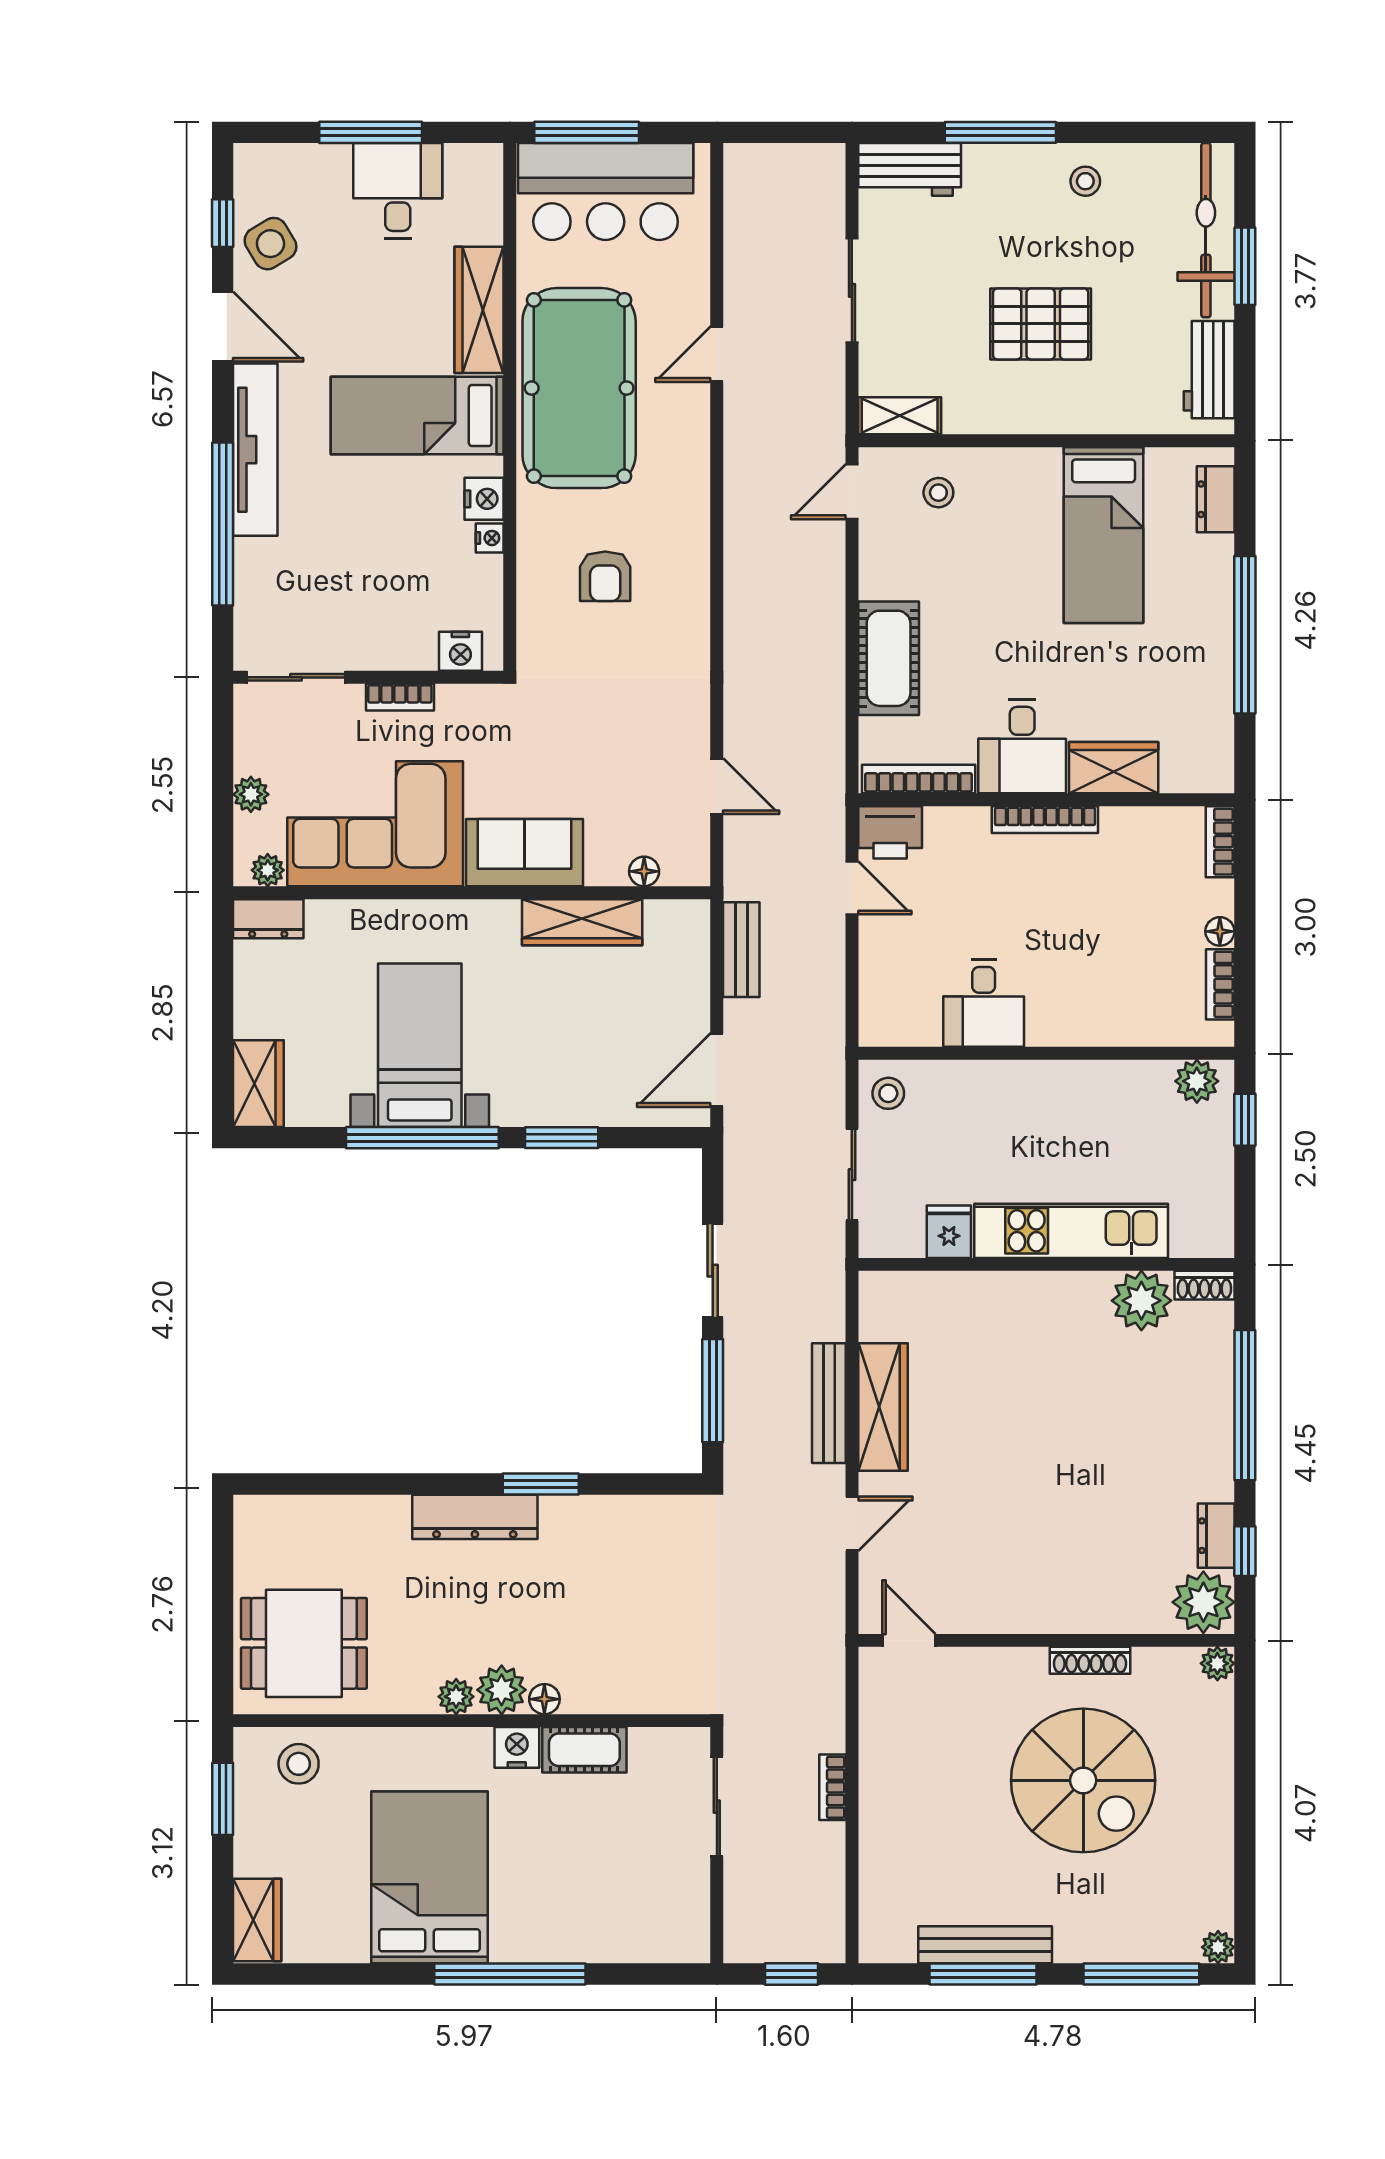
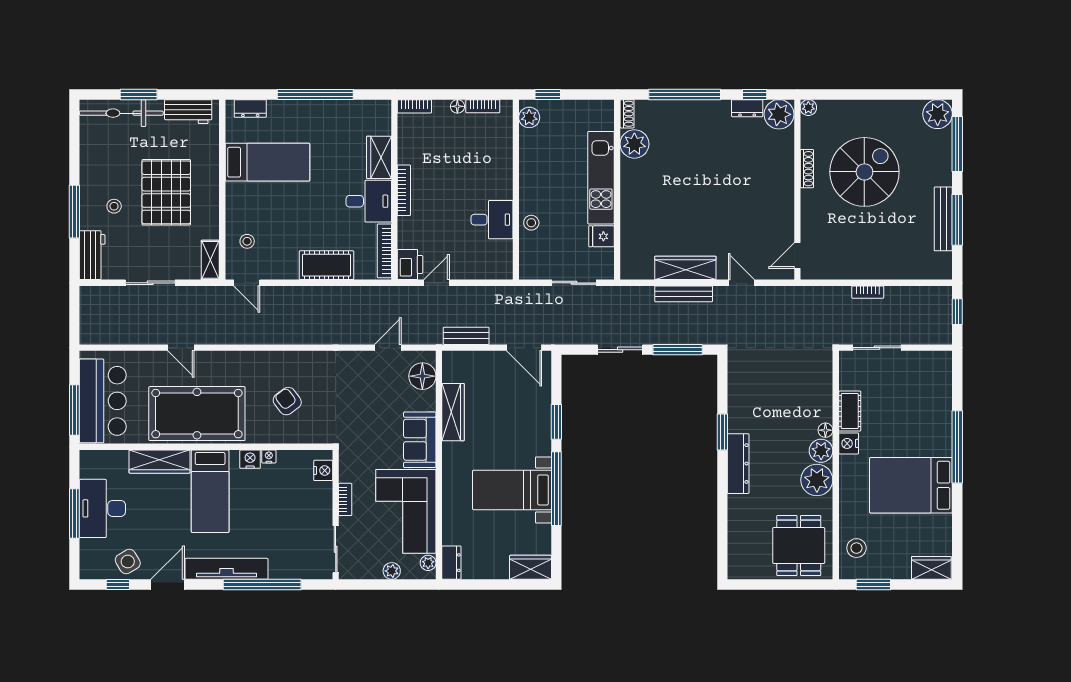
stool: (1085, 181) -> (114, 206), moved
desk: (398, 191) -> (102, 508), width x1.37
pallet: (1041, 324) -> (166, 192), width x1.37, depth x1.41
armchair: (605, 576) -> (287, 401), turned -127
floor lamp: (644, 871) -> (422, 376), width x1.89, depth x1.89
stool: (888, 1093) -> (531, 223), moved
plant: (456, 1697) -> (817, 480), width x1.88, depth x1.88
plant: (1218, 1947) -> (938, 114), width x1.88, depth x1.88

